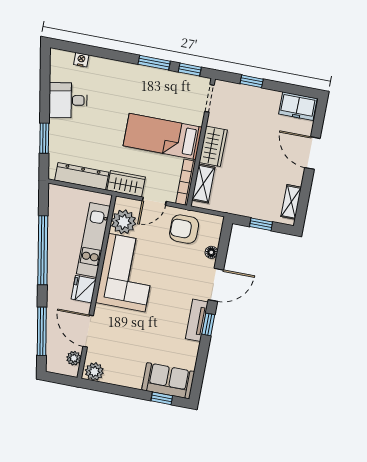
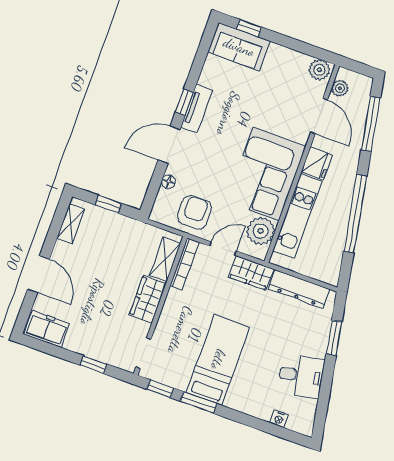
bed: (163, 136) -> (218, 360), moved, turned -90
armchair: (184, 229) -> (195, 212), turned -90

